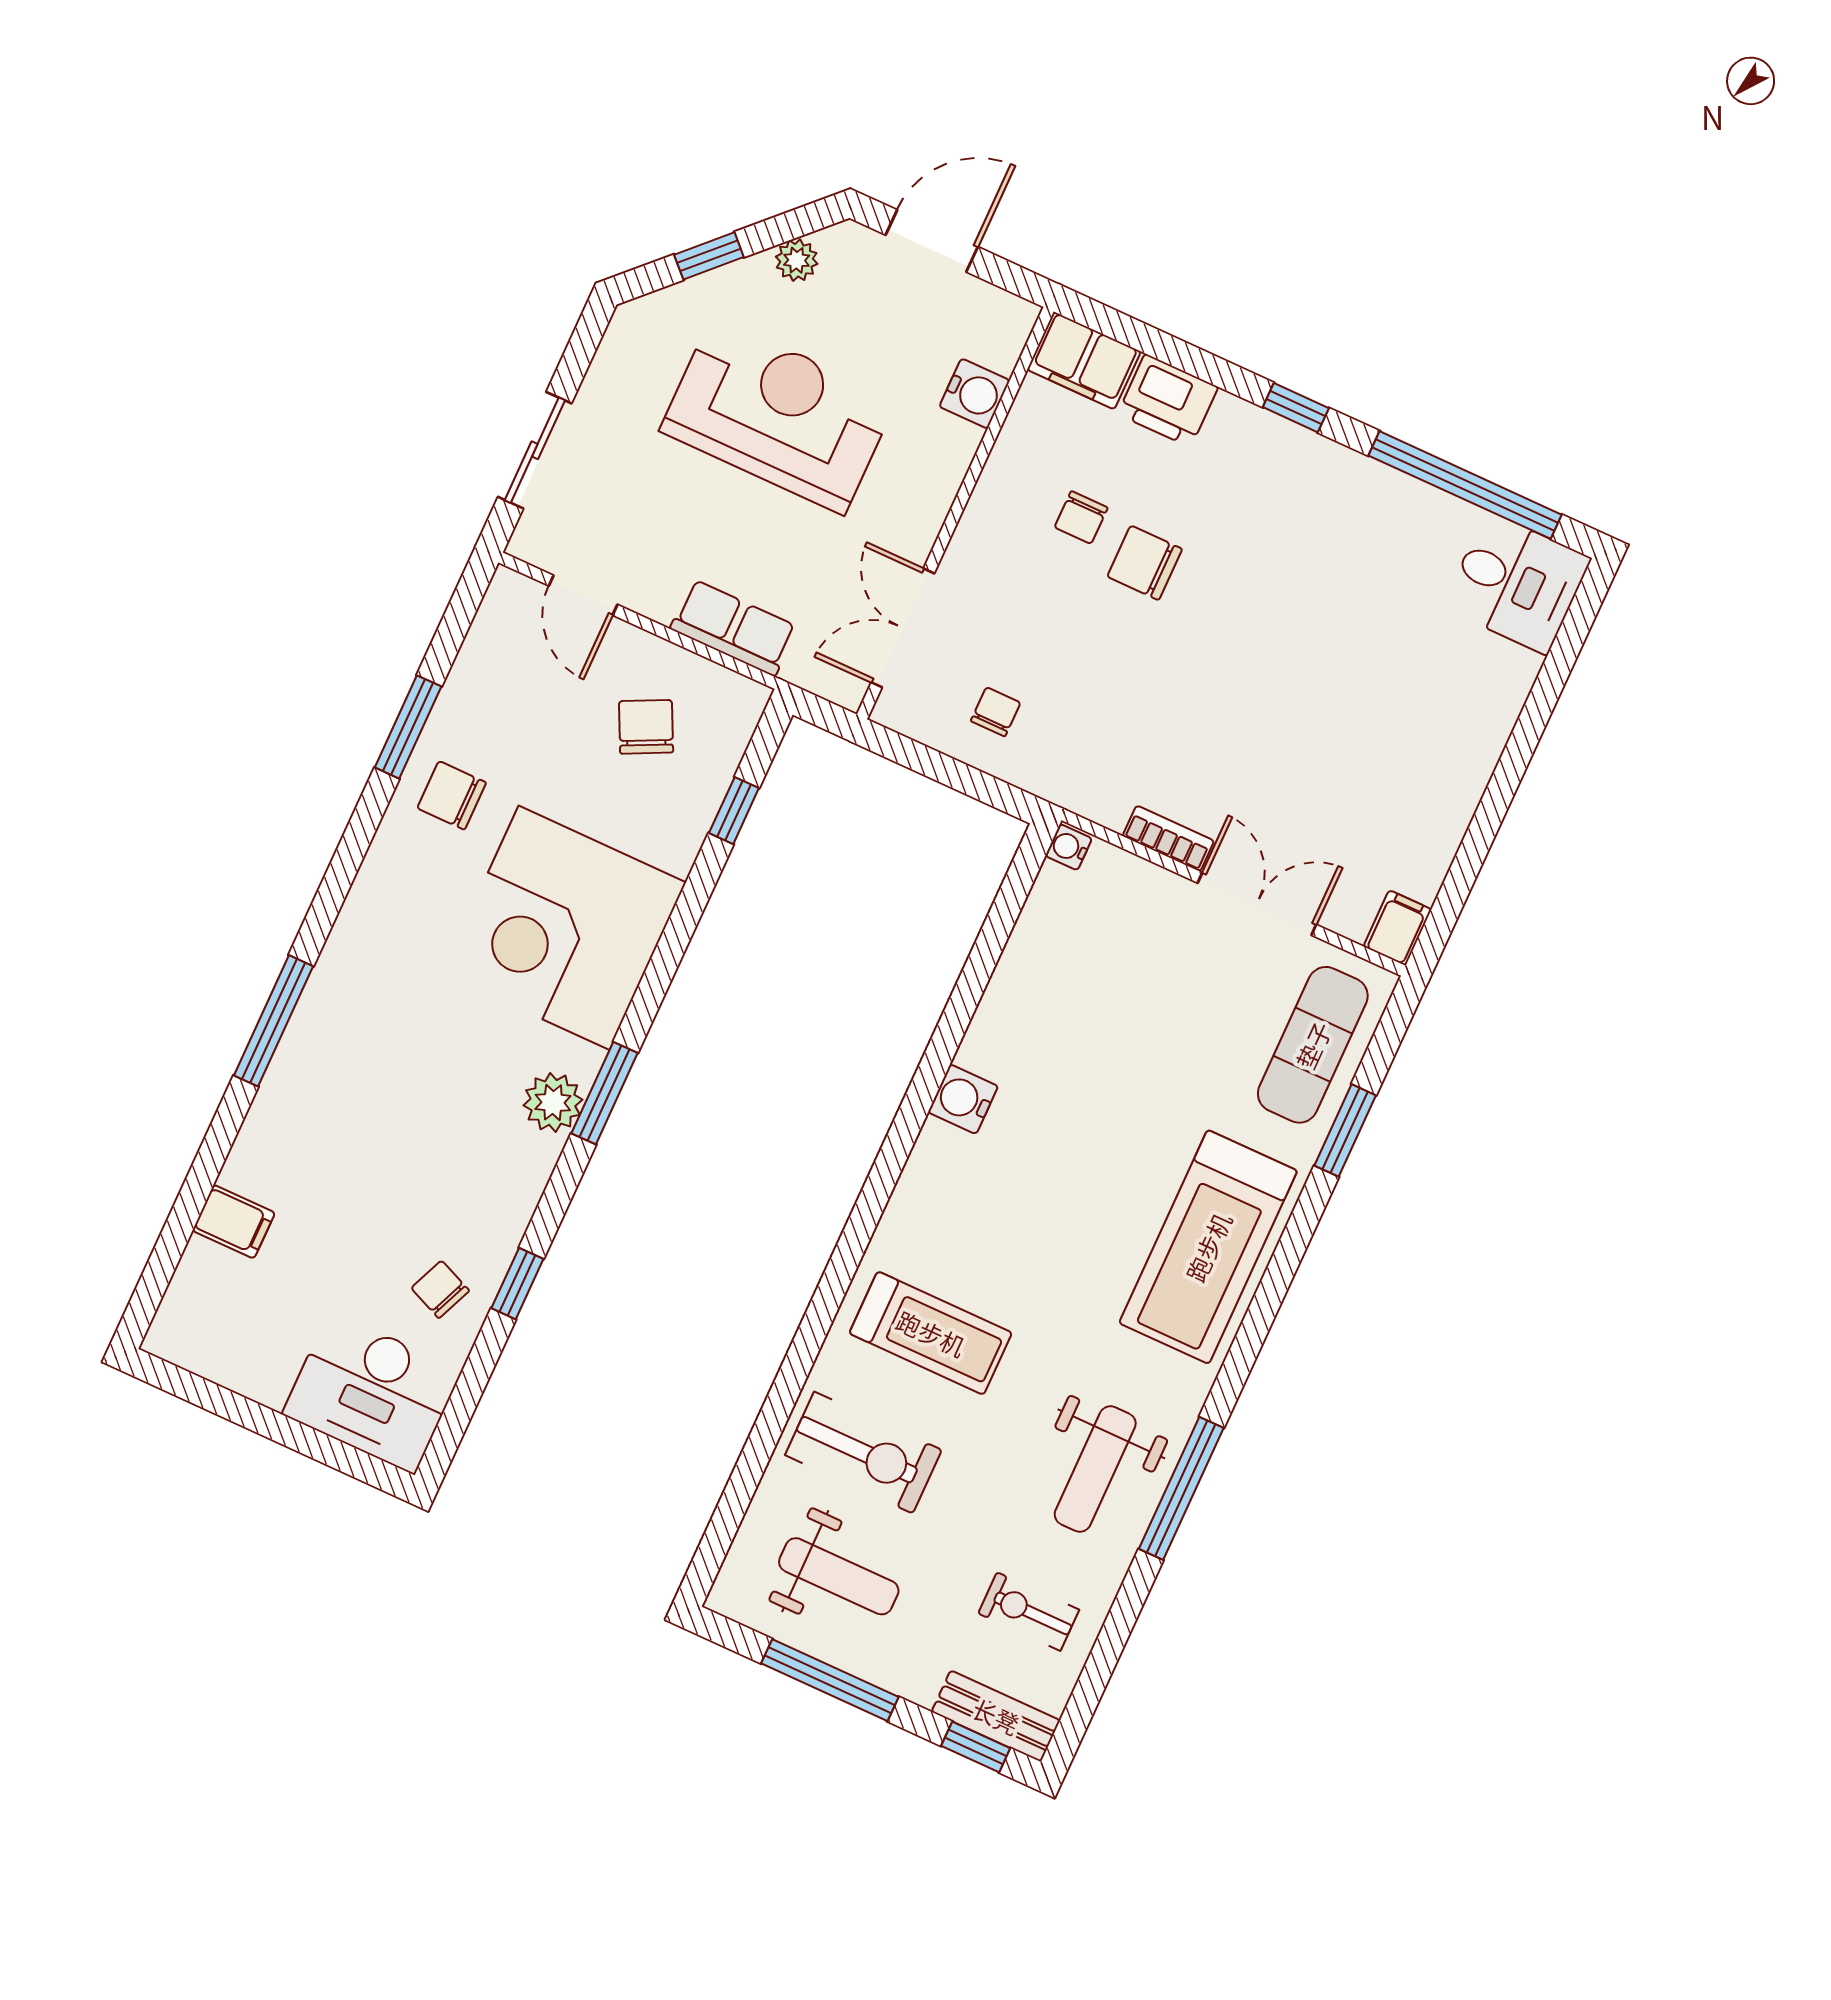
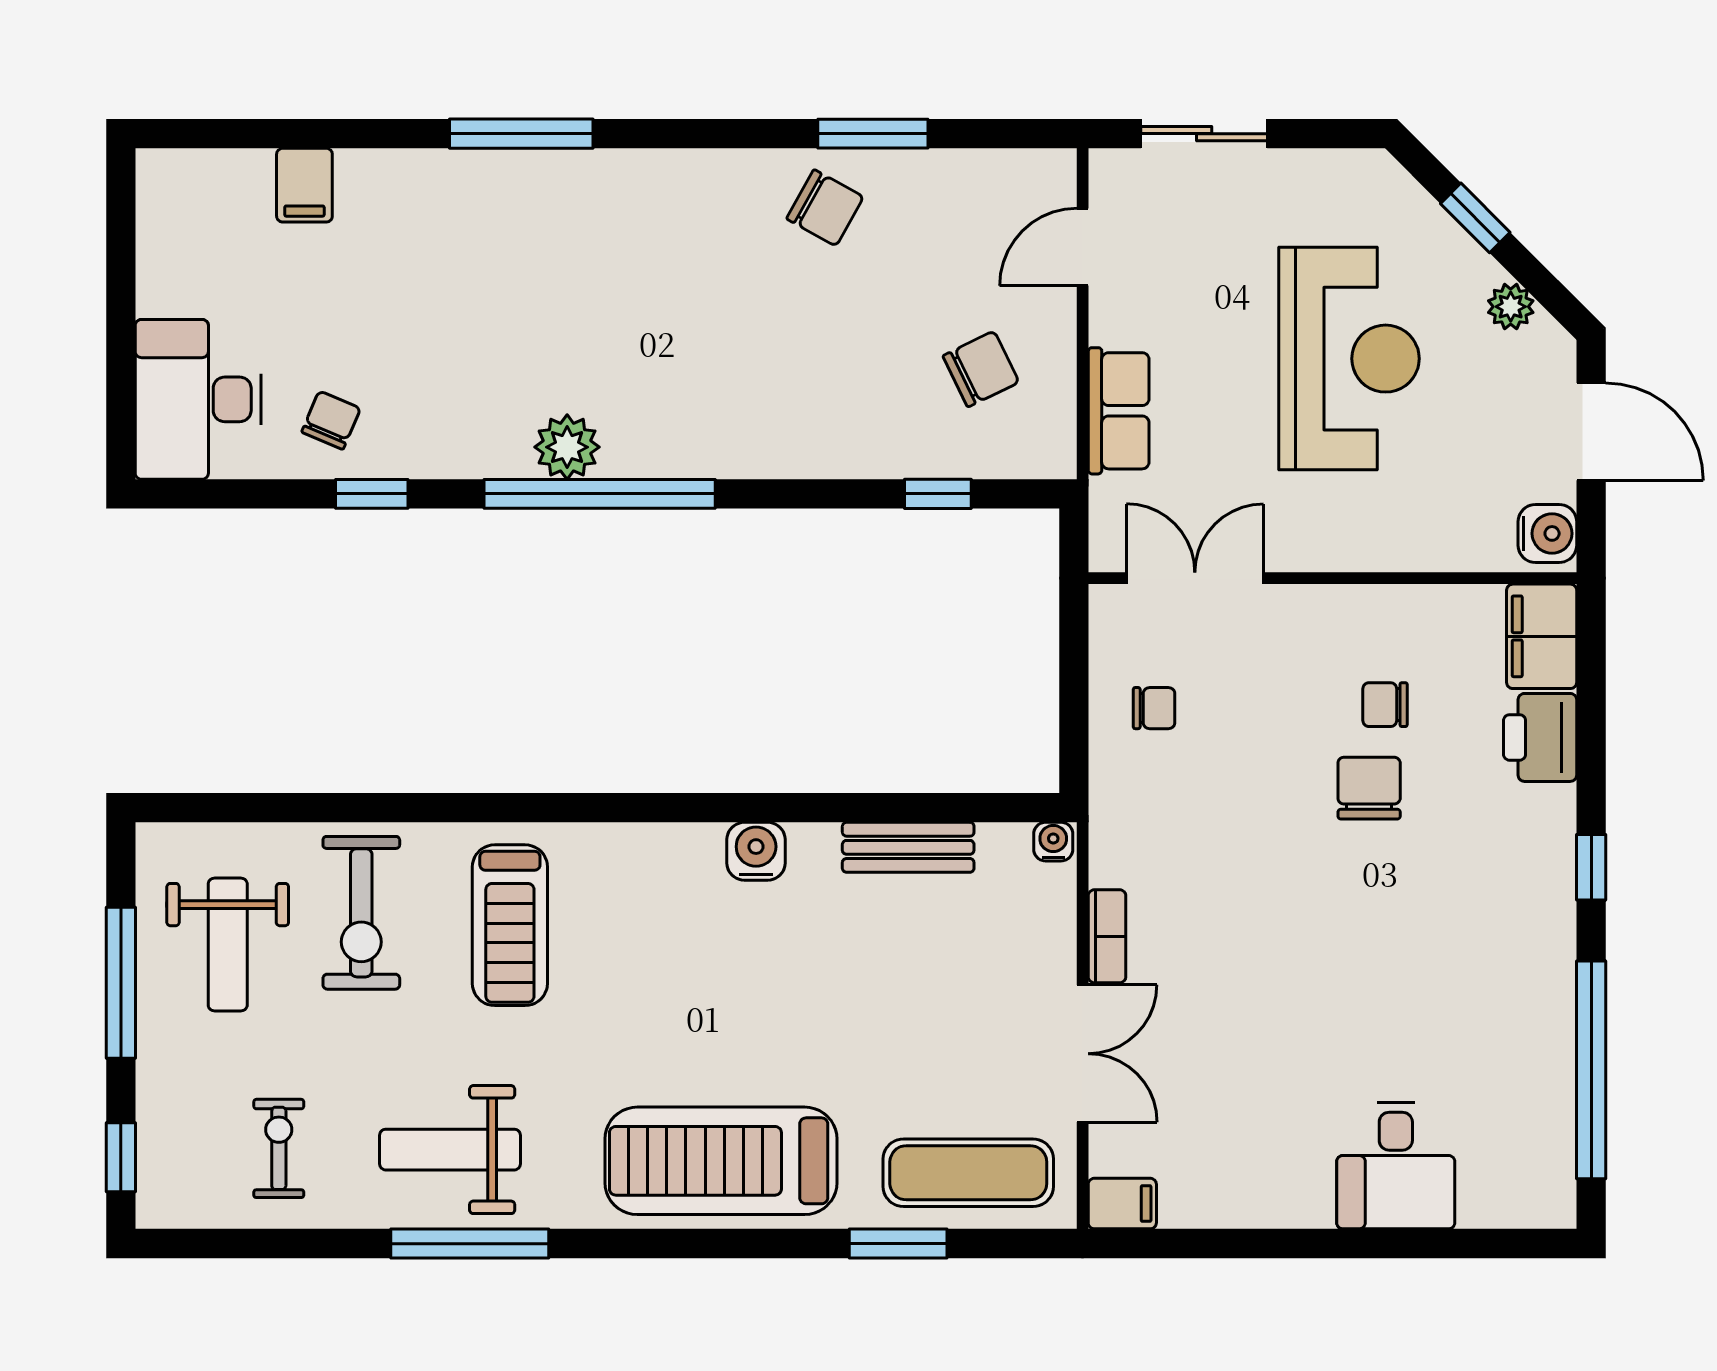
water cooler: (975, 394) -> (1547, 533), moved, turned -90
desk: (1517, 583) -> (1396, 1165), moved
chair: (452, 795) -> (825, 208), turned 119
corner desk: (564, 928) -> (745, 379), removed
window: (605, 1093) -> (600, 494), width x2.11
bench: (996, 1716) -> (908, 847), moved, turned 90

